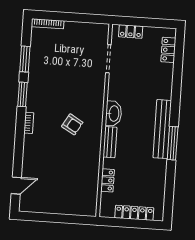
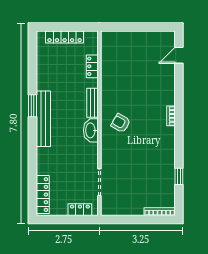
locker: (168, 50) -> (43, 195), width x1.53
window: (25, 59) -> (179, 176), width x0.67
window: (22, 94) -> (179, 143), removed
armchair: (72, 124) -> (121, 123), moved
window: (173, 143) -> (33, 106), width x0.69

